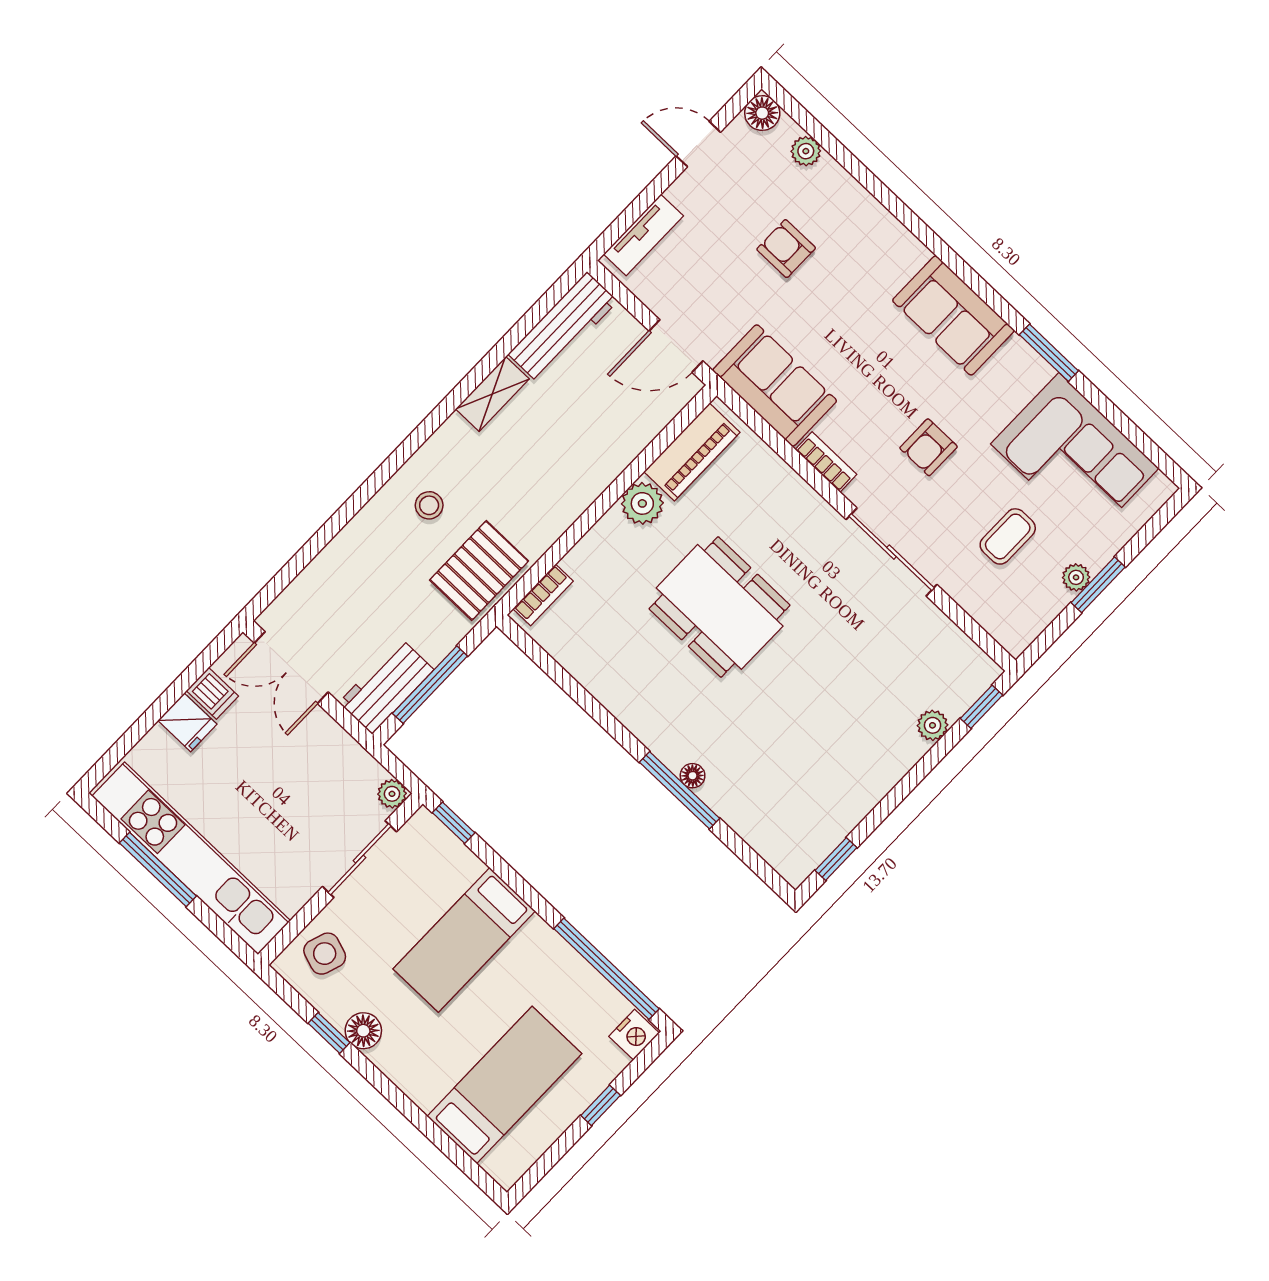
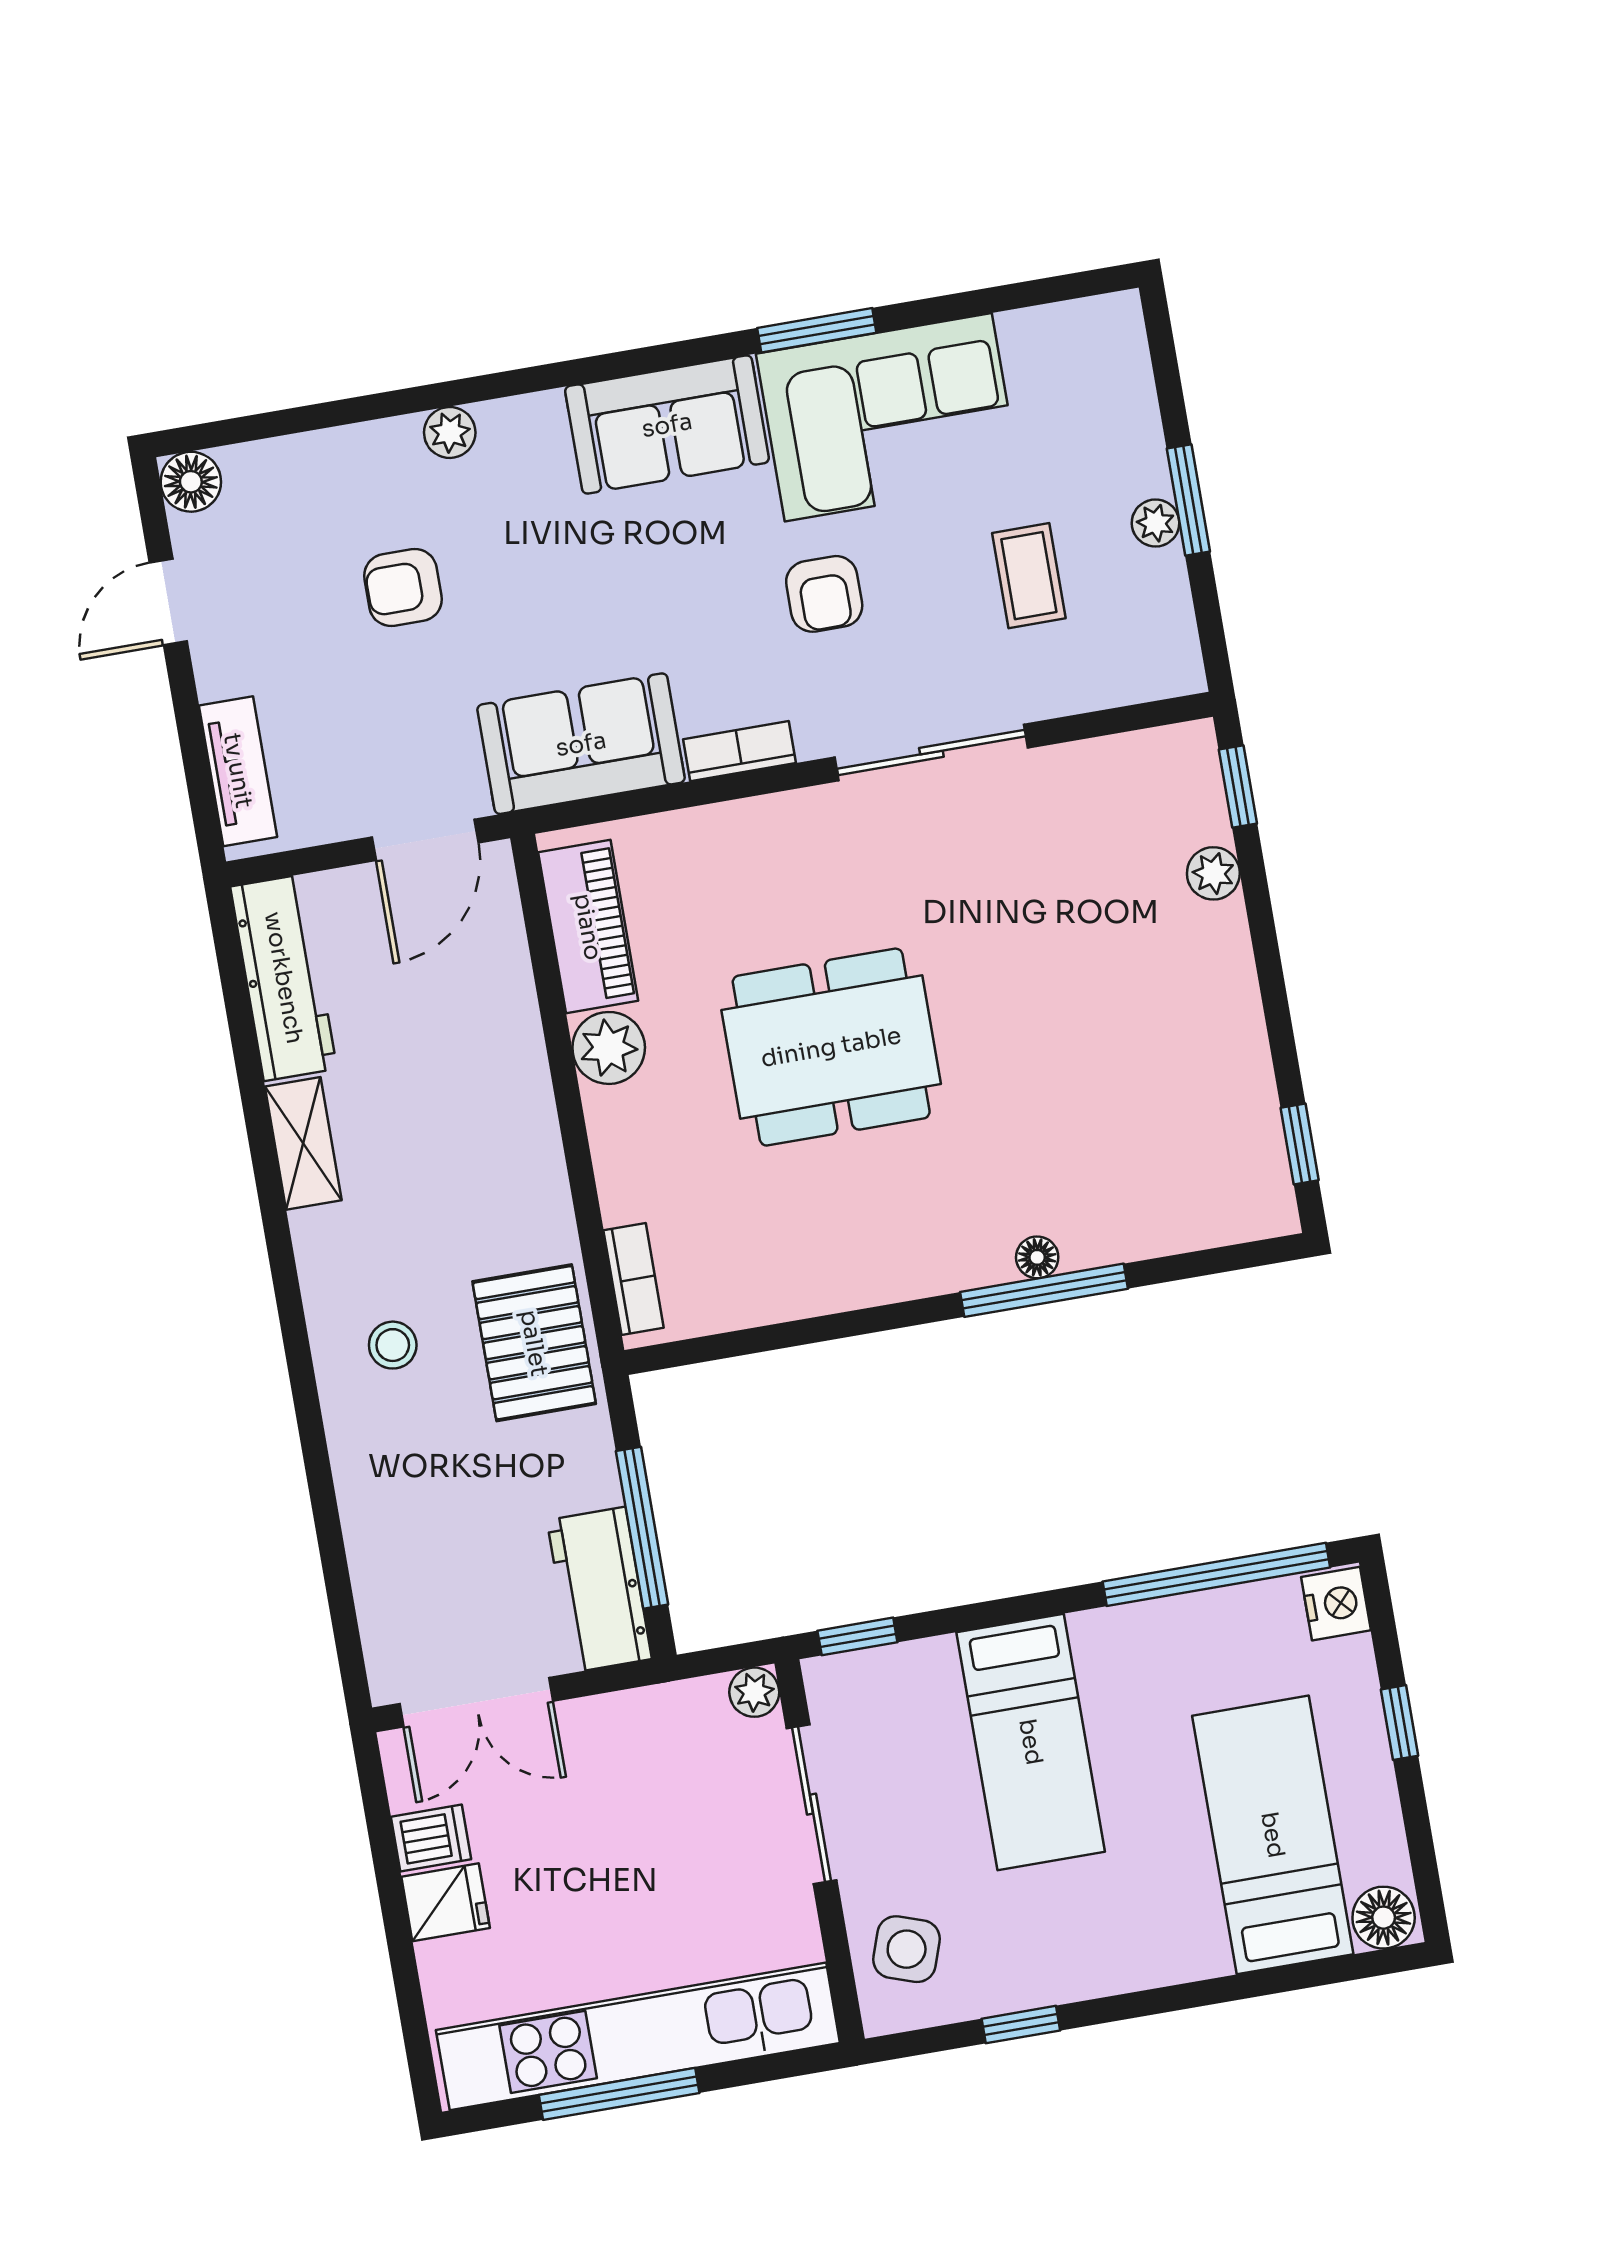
plant: (806, 151) -> (450, 432), moved
corner sofa: (1075, 456) -> (888, 417), moved
floor lamp: (363, 1031) -> (1384, 1918), moved

